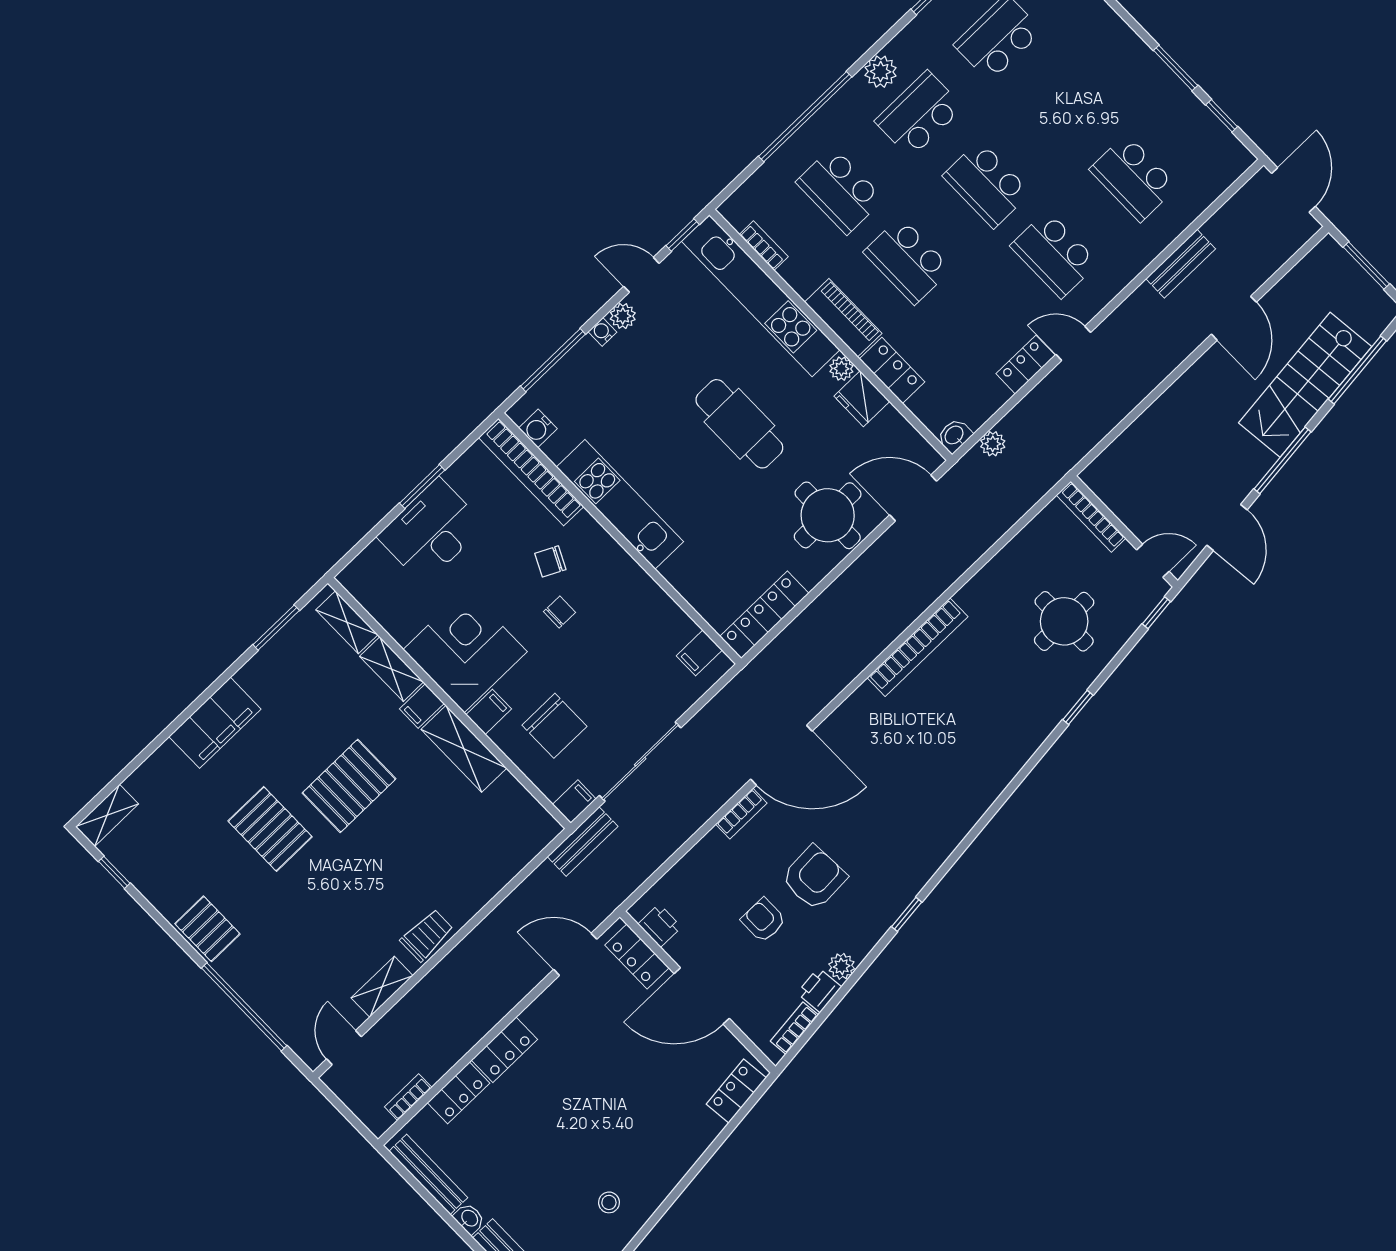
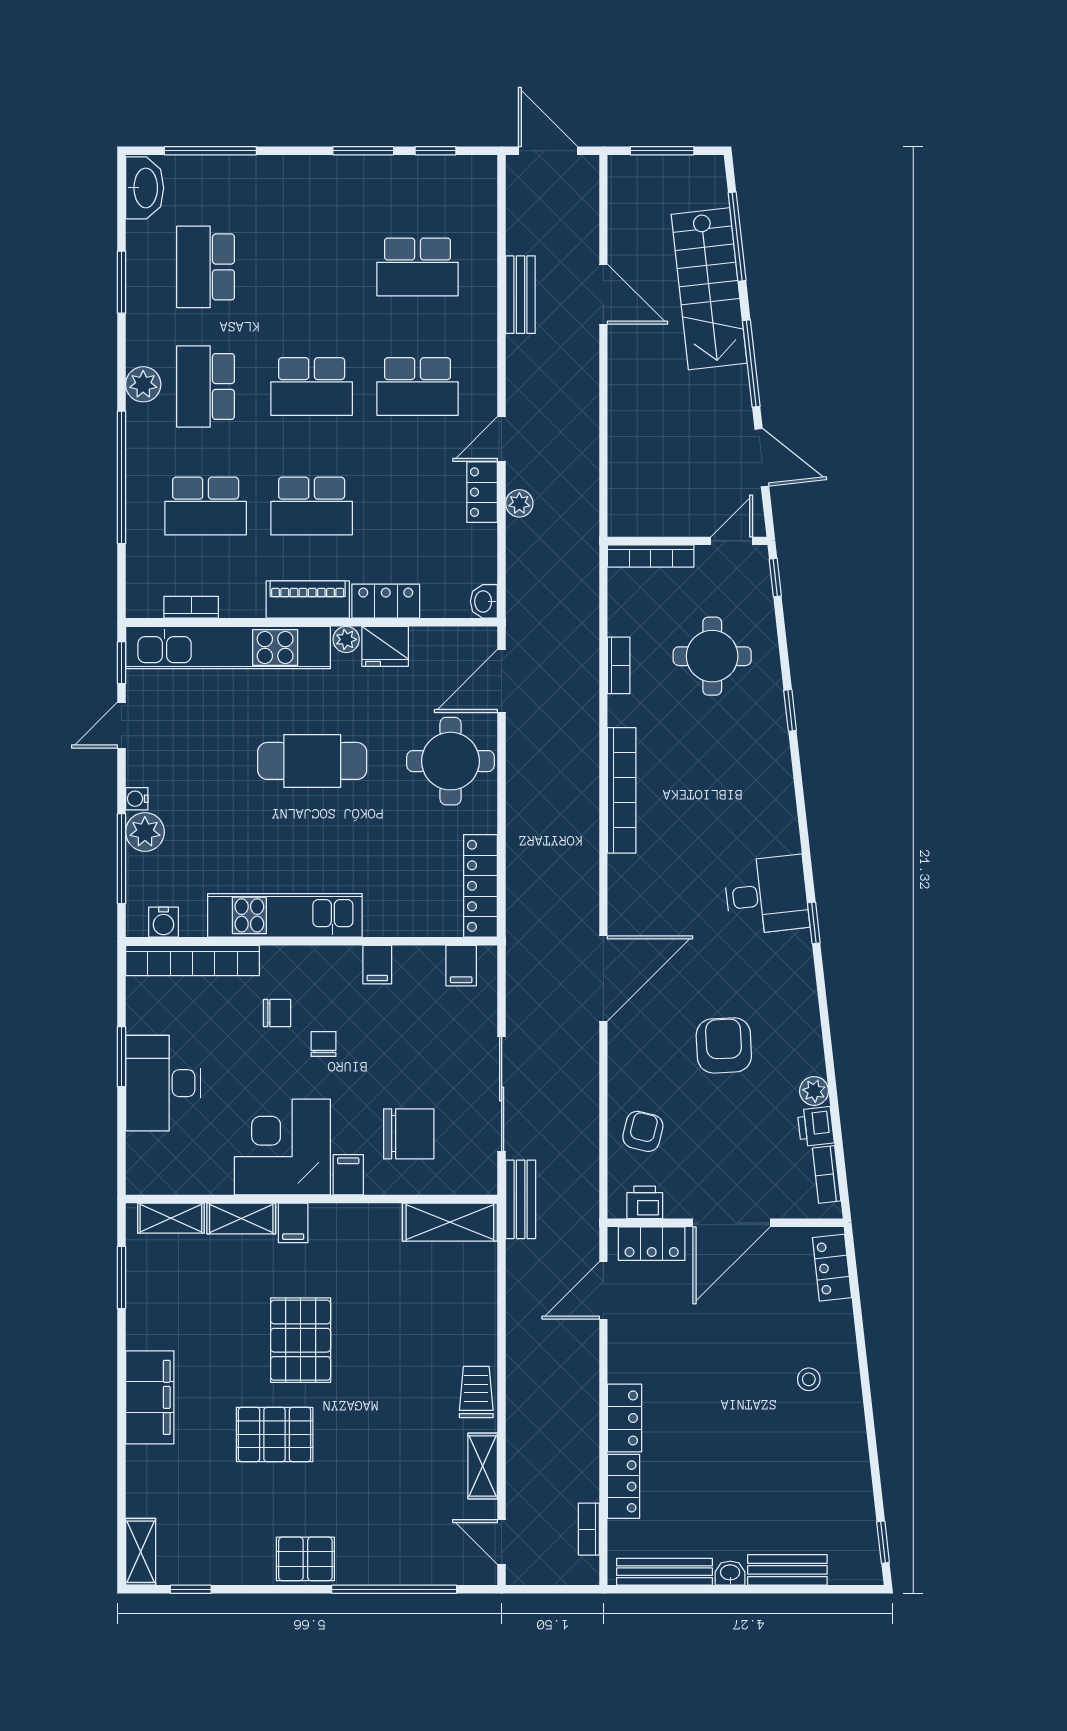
plant: (623, 316) -> (145, 832), moved, width x1.38, depth x1.38
plant: (993, 444) -> (519, 503), moved
chair: (550, 561) -> (277, 1013), turned -116
shelving: (464, 749) -> (450, 1222), moved
filing cabinet: (574, 802) -> (377, 965), moved, turned 180
desk: (941, 810) -> (767, 895), added
bookcase: (741, 814) -> (619, 665), moved
window: (907, 914) -> (814, 923), moved
armchair: (763, 920) -> (643, 1131), moved, turned 104
stool: (609, 1202) -> (809, 1379), moved

